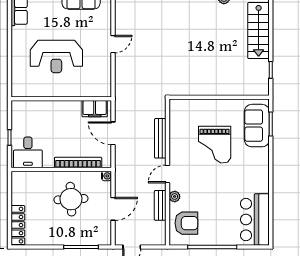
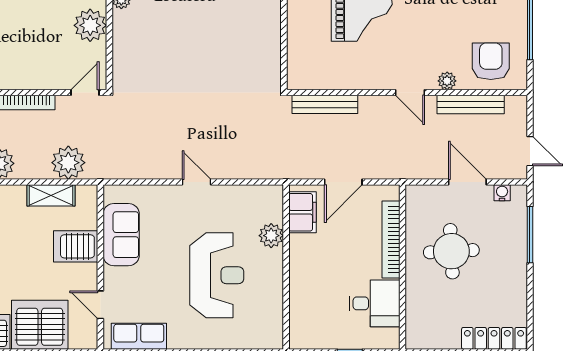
plant: (80, 90) -> (271, 236), added
bench: (160, 138) -> (325, 104), moved
desk: (28, 152) -> (374, 303), moved
water cooler: (106, 176) -> (502, 193), moved
bench: (160, 205) -> (471, 105), width x1.36

